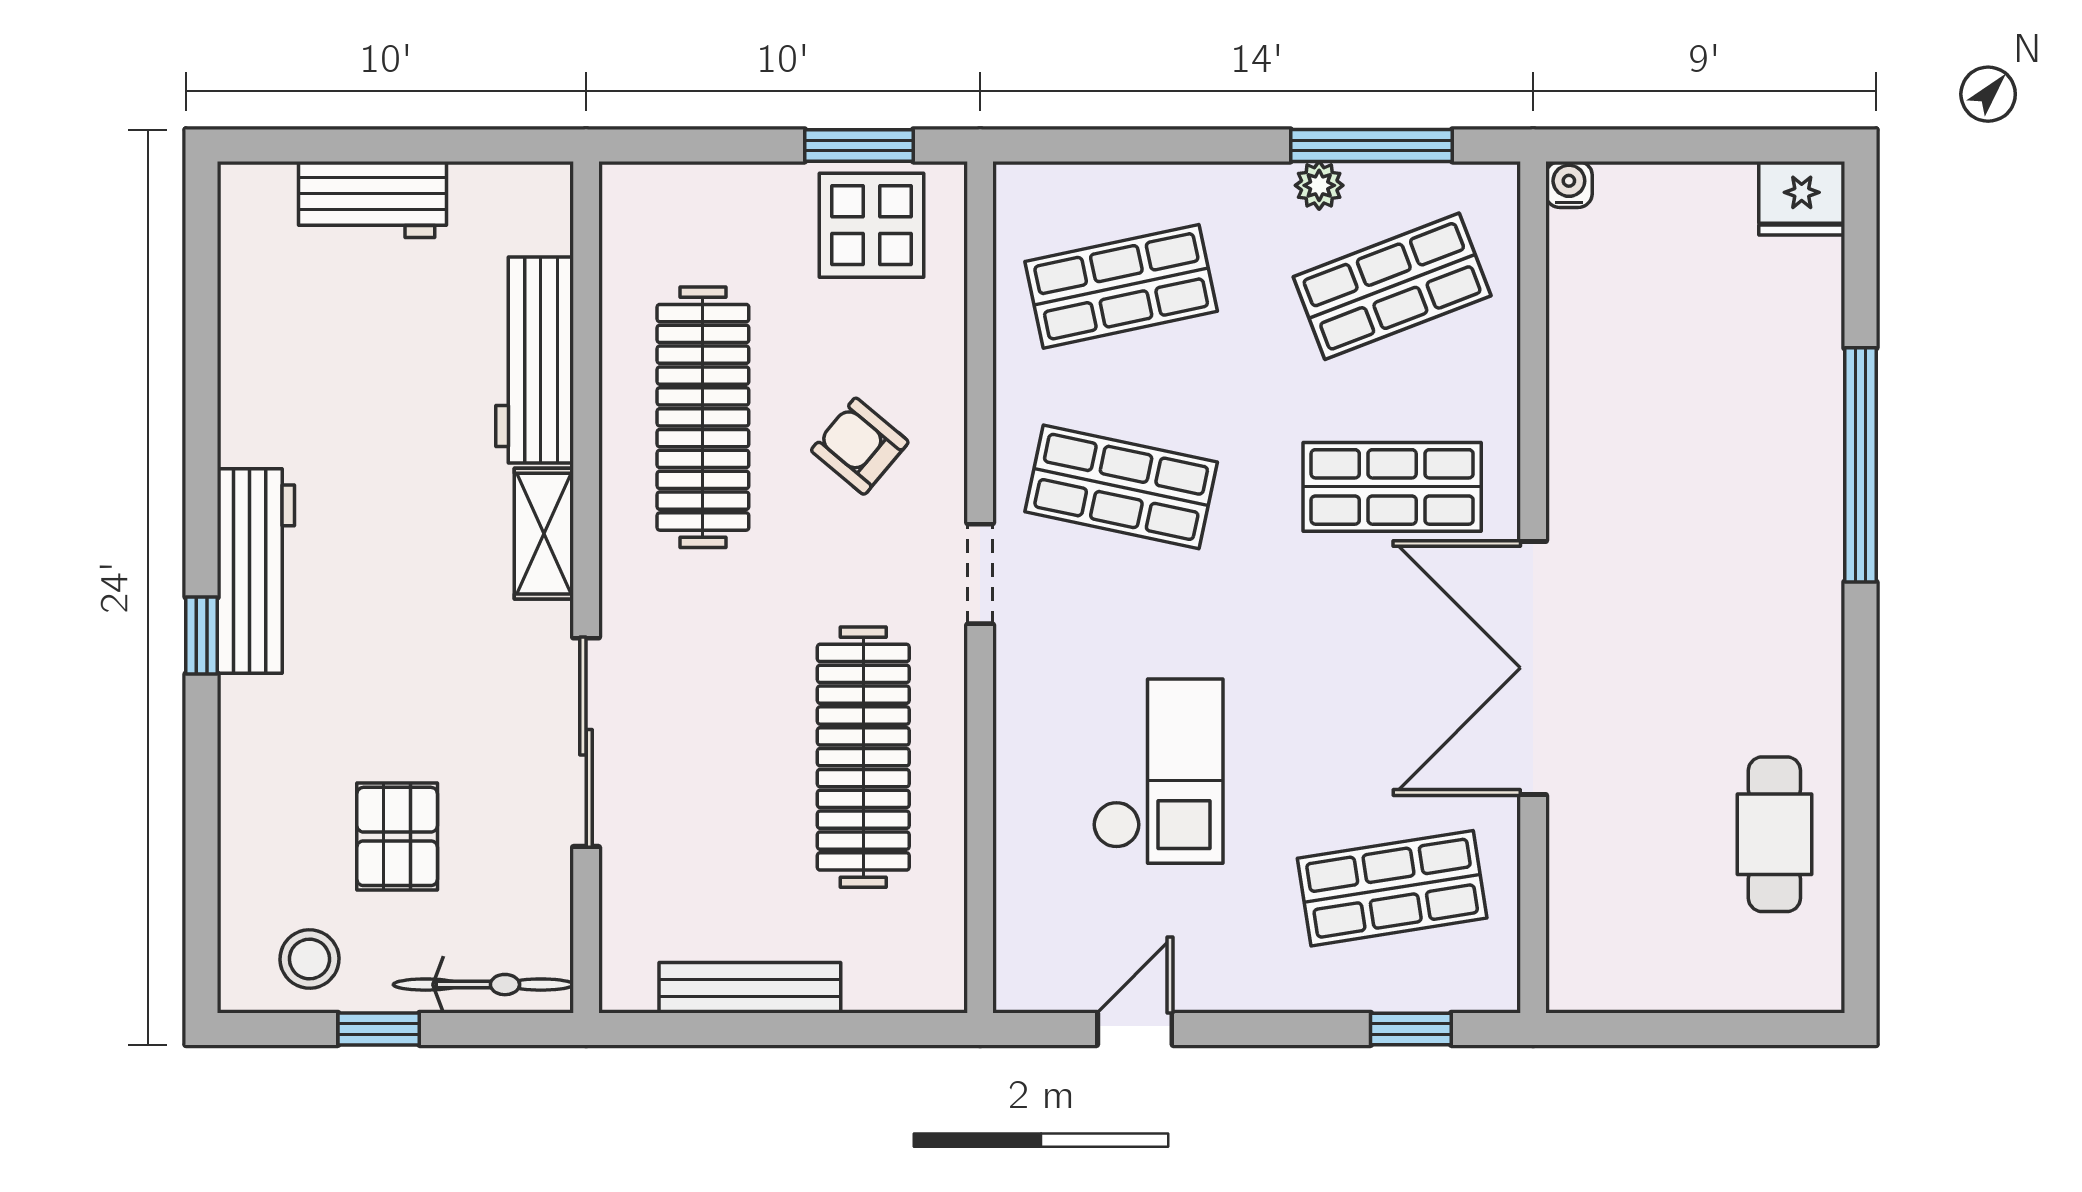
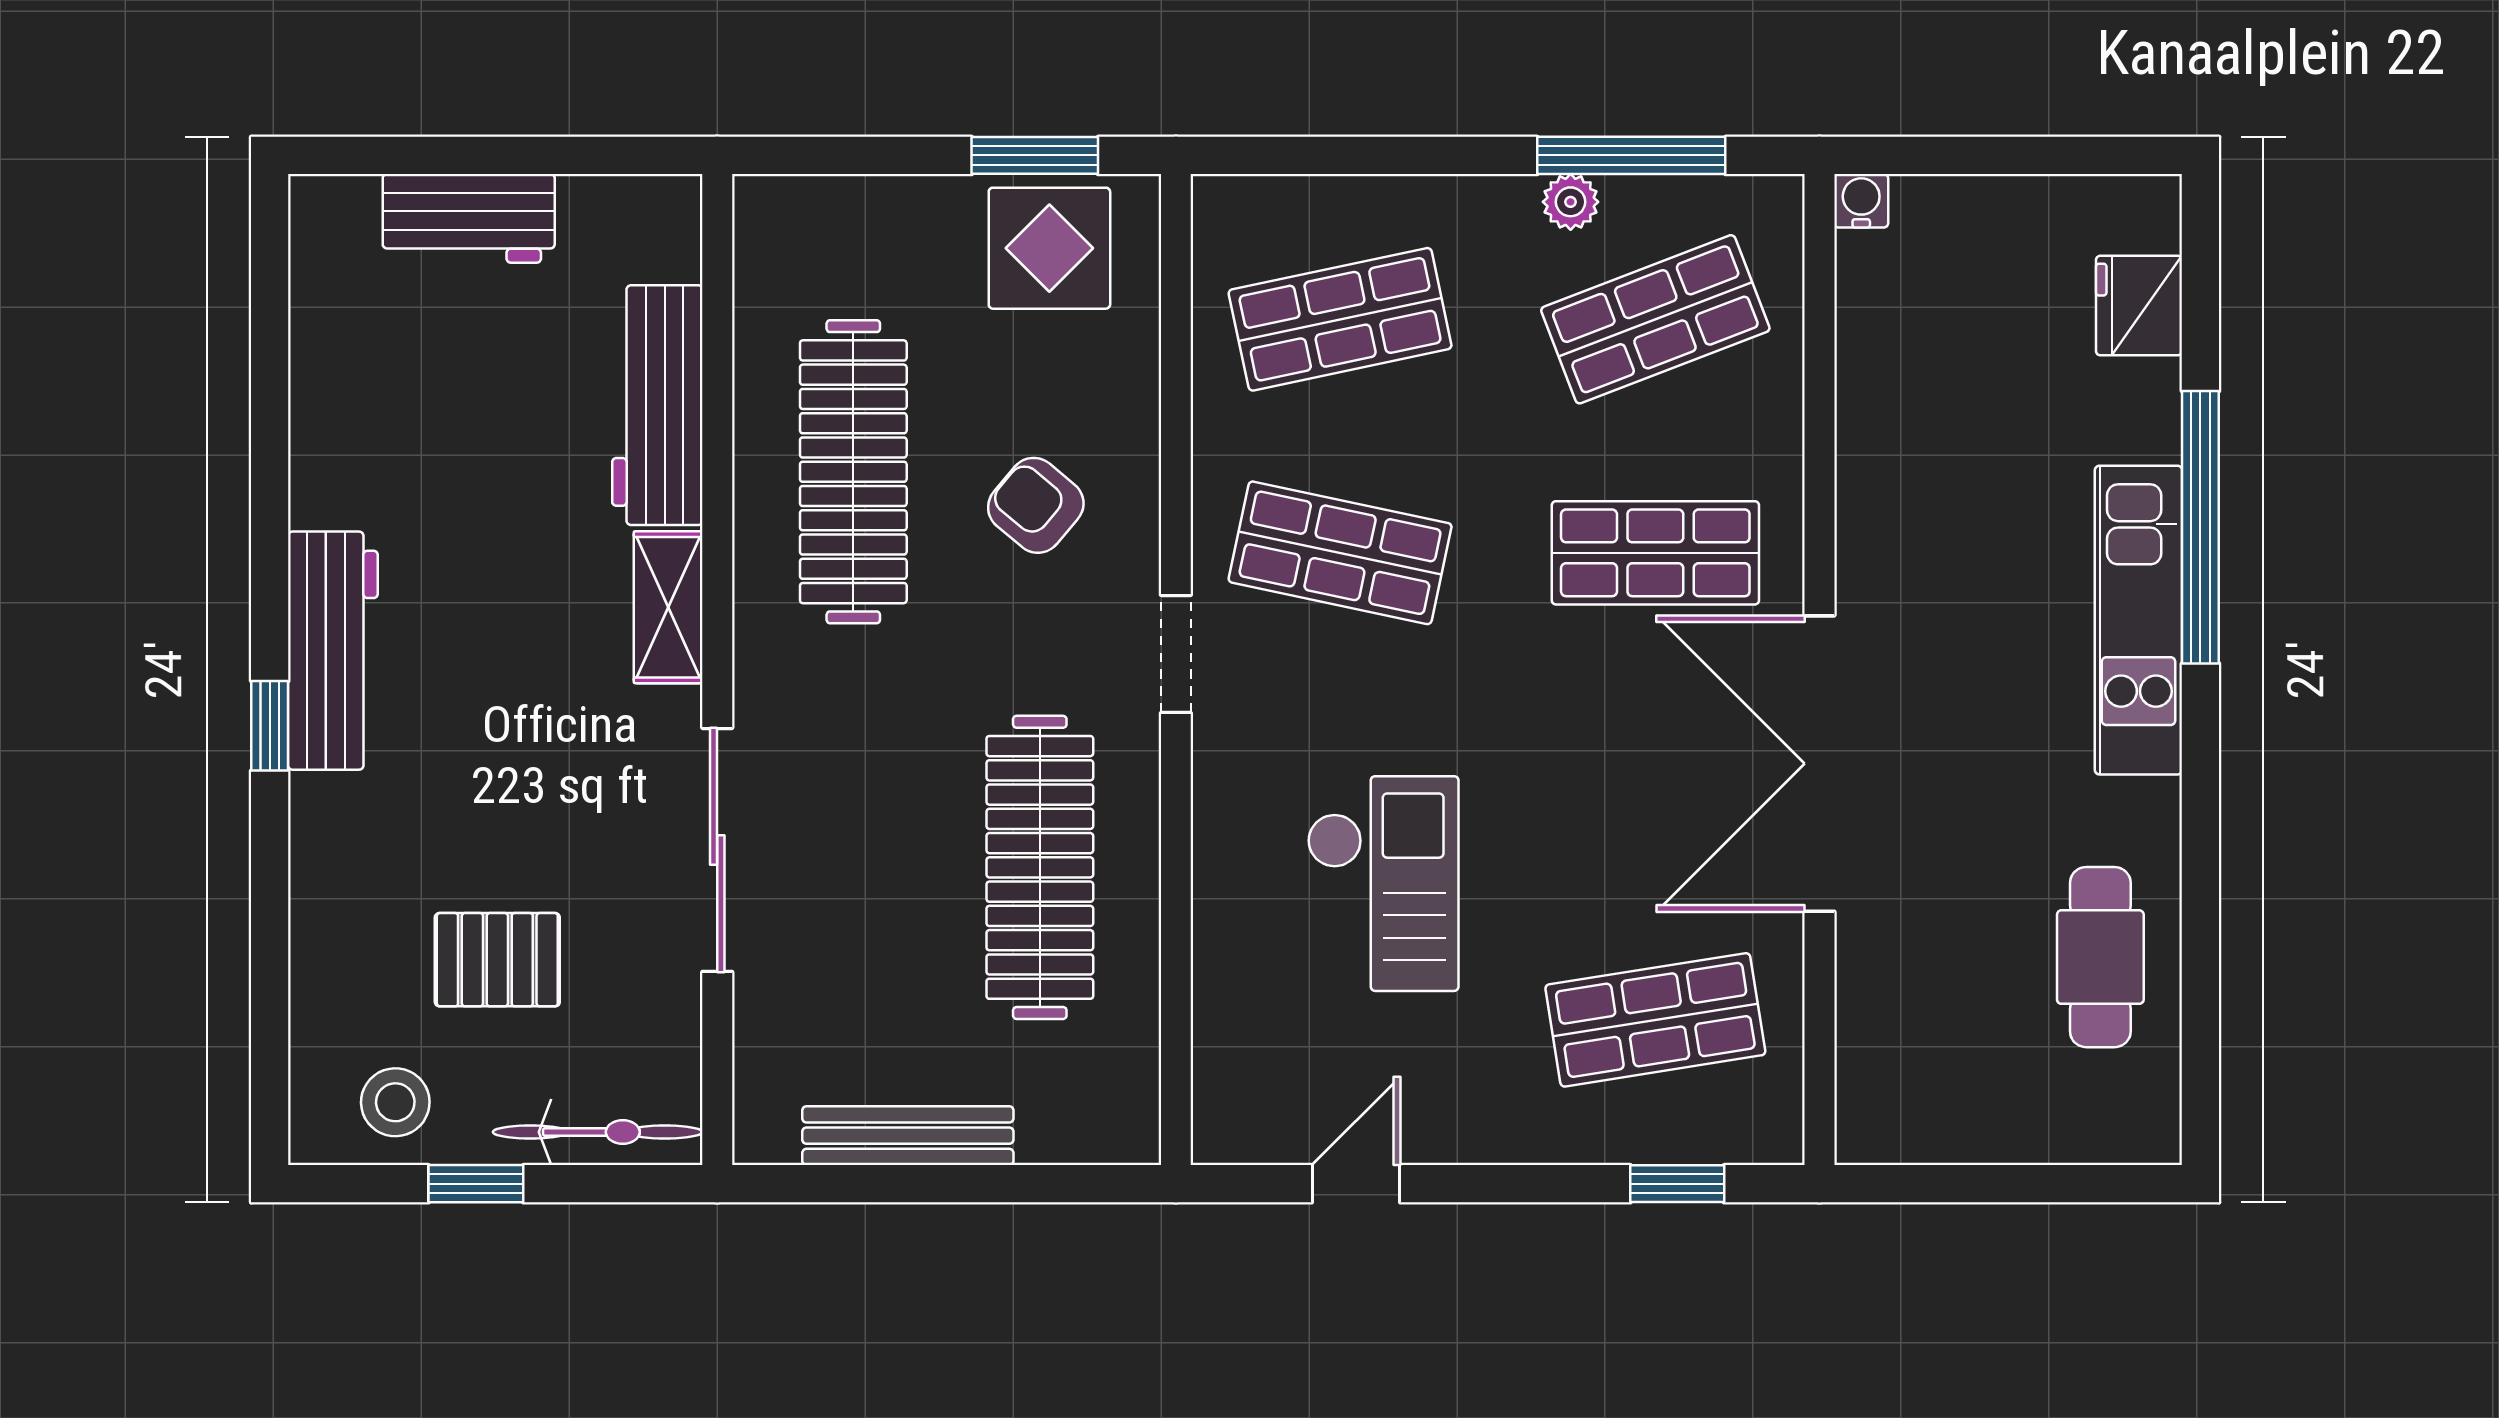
fridge: (1802, 198) -> (2139, 306), moved, turned 90
kitchen unit: (1807, 545) -> (2138, 620), added
pallet: (397, 836) -> (497, 960), turned 90

